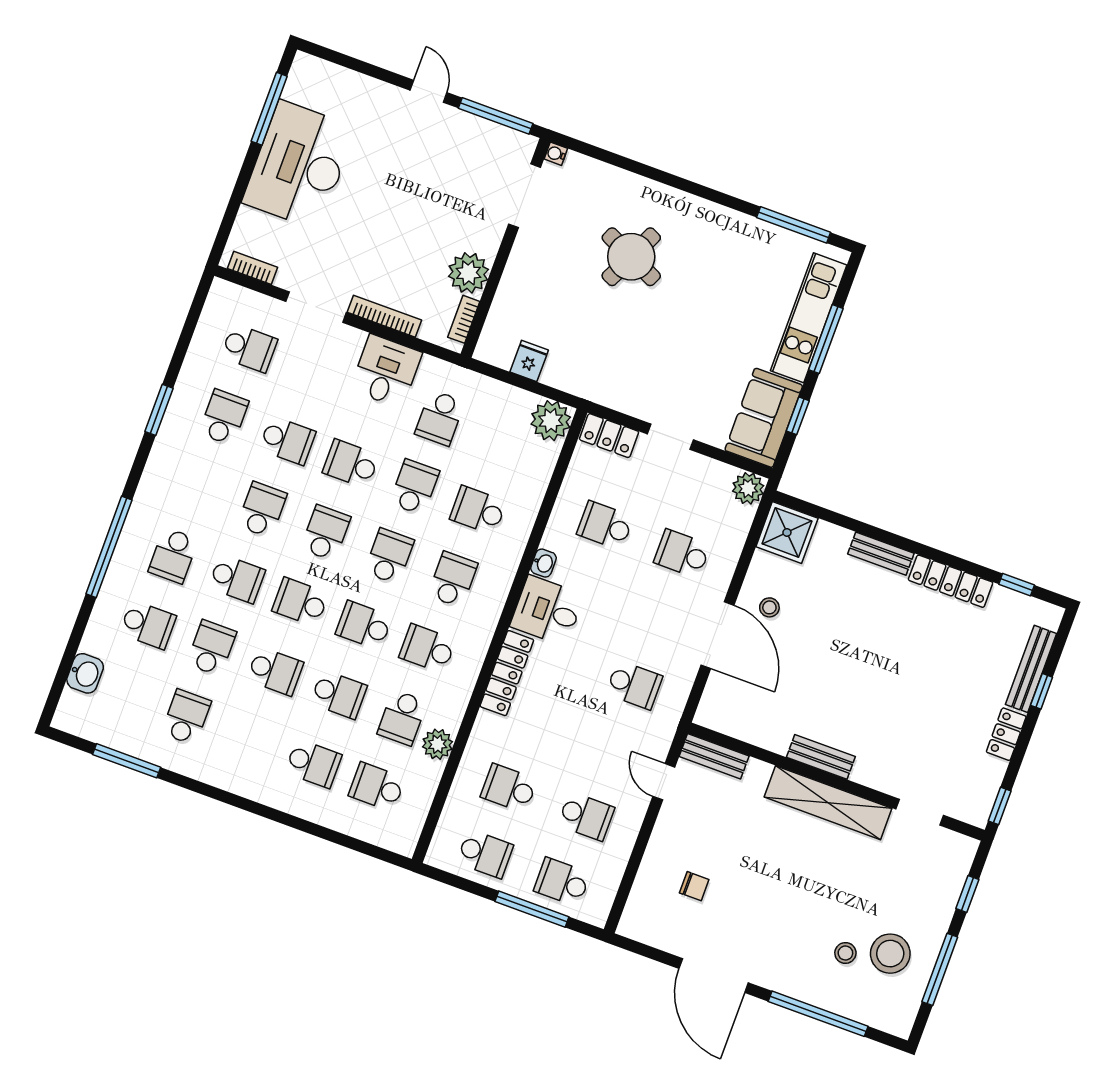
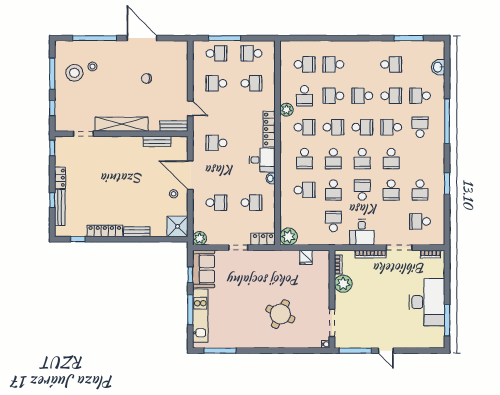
school desk: (287, 441) -> (391, 190), turned -90
school desk: (351, 464) -> (362, 190), turned -90
school desk: (211, 648) -> (391, 96), turned -90
school desk: (186, 717) -> (391, 64), turned -90
school desk: (402, 718) -> (305, 96), turned 180
plant: (438, 744) -> (286, 110), moved
bench: (821, 757) -> (157, 141), moved
chair: (694, 886) -> (146, 79), moved

